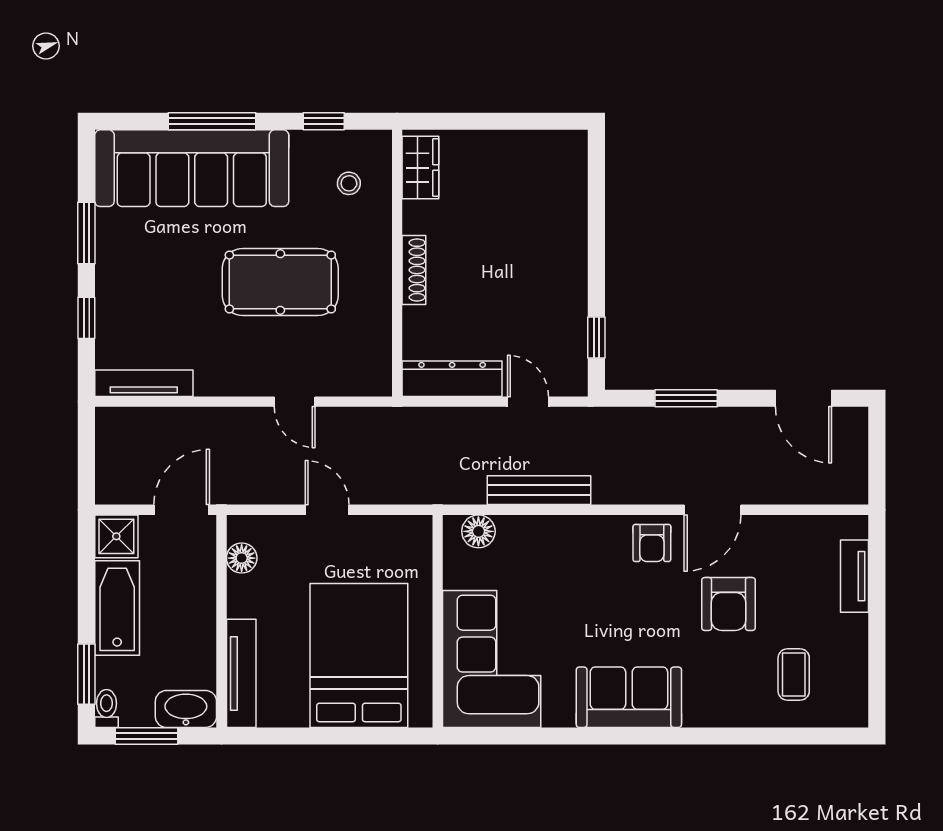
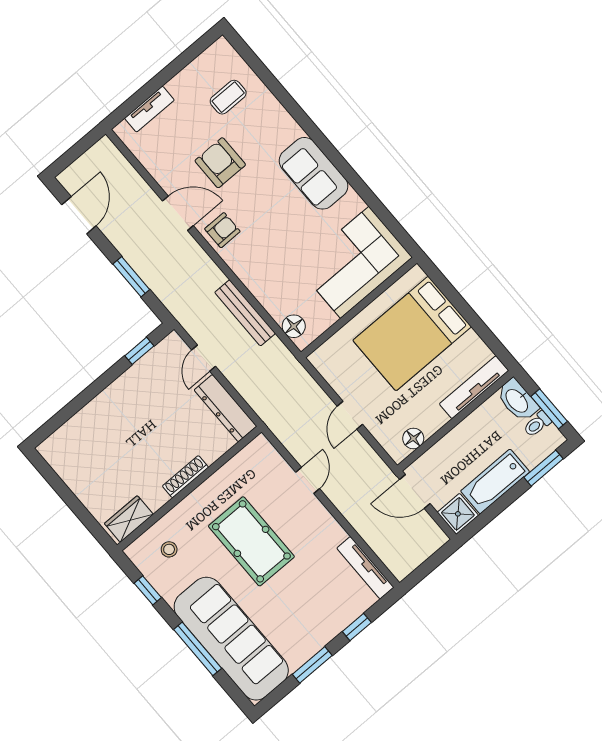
armchair: (728, 604) -> (220, 163), turned -90
toilet: (107, 708) -> (537, 424), moved

